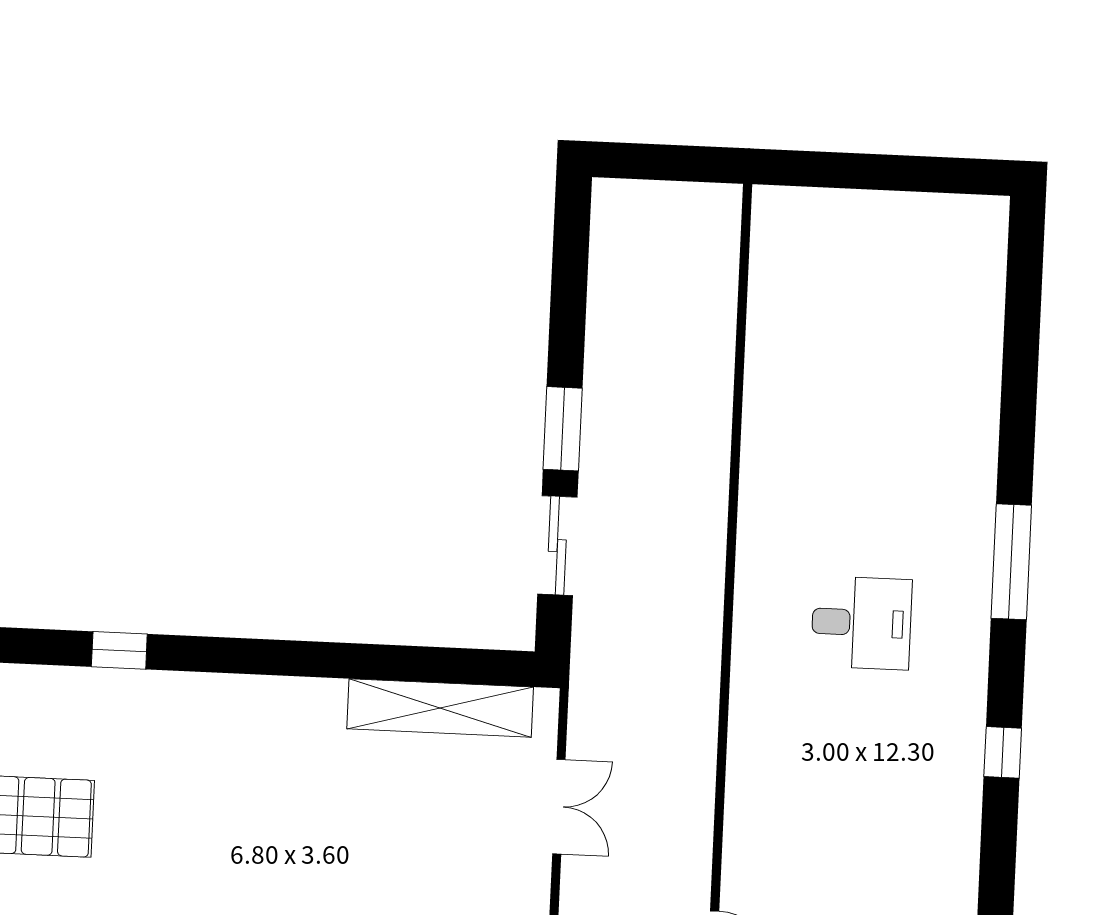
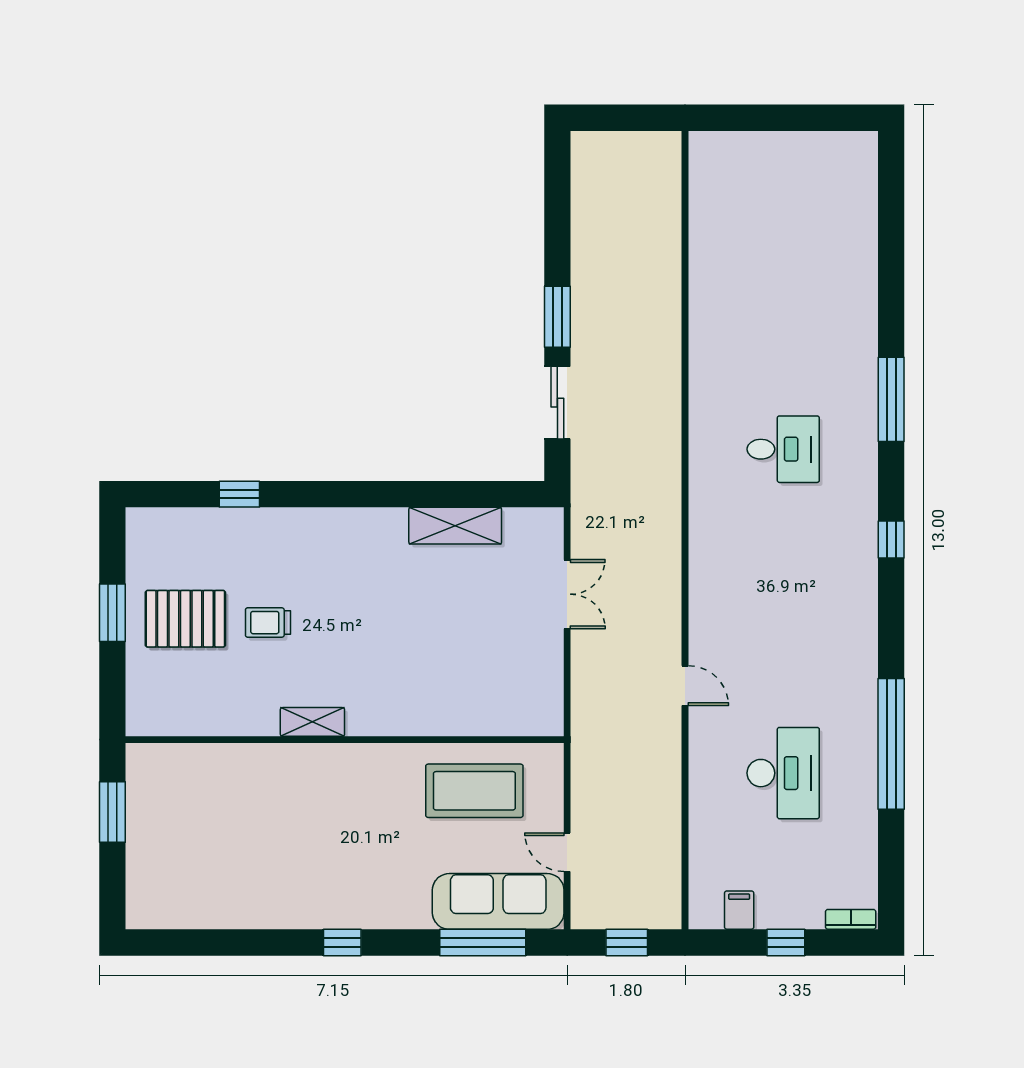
shelving: (440, 708) -> (455, 526), width x0.68
trolley: (150, 827) -> (268, 623), added

